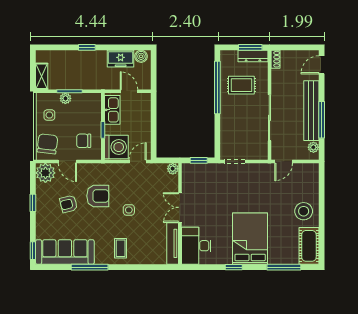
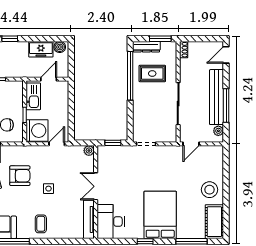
dresser: (253, 56) -> (146, 47), moved
door: (129, 91) -> (49, 79), hinge flipped

